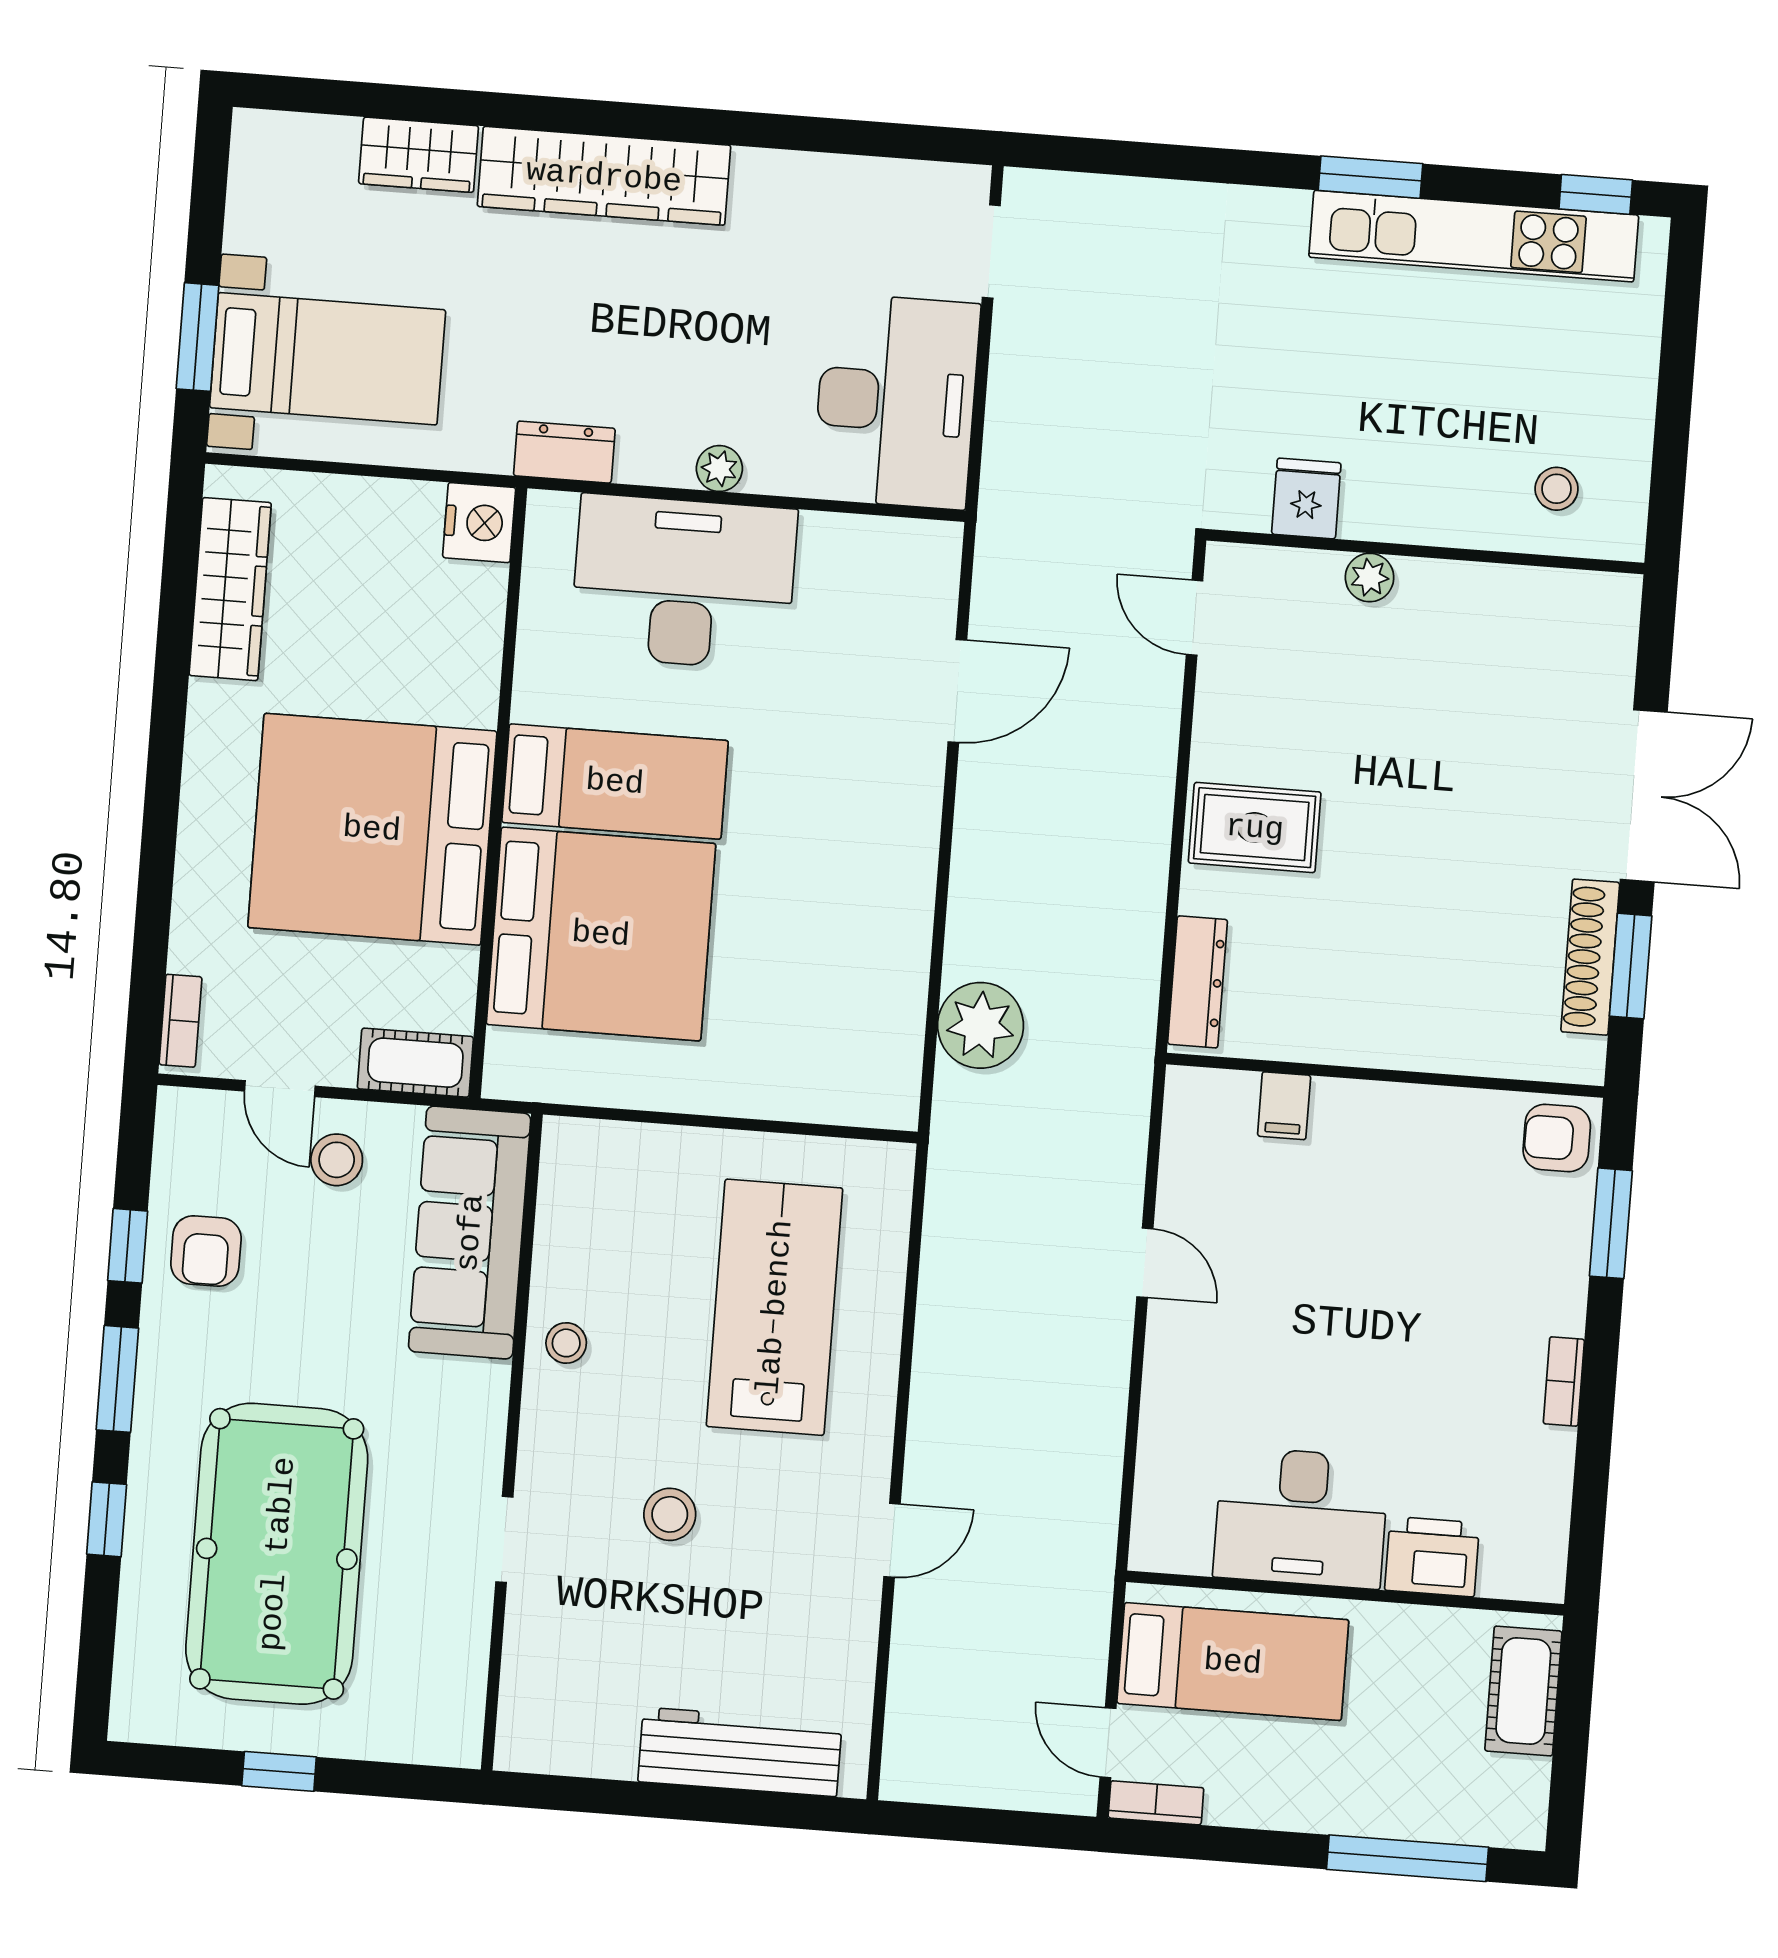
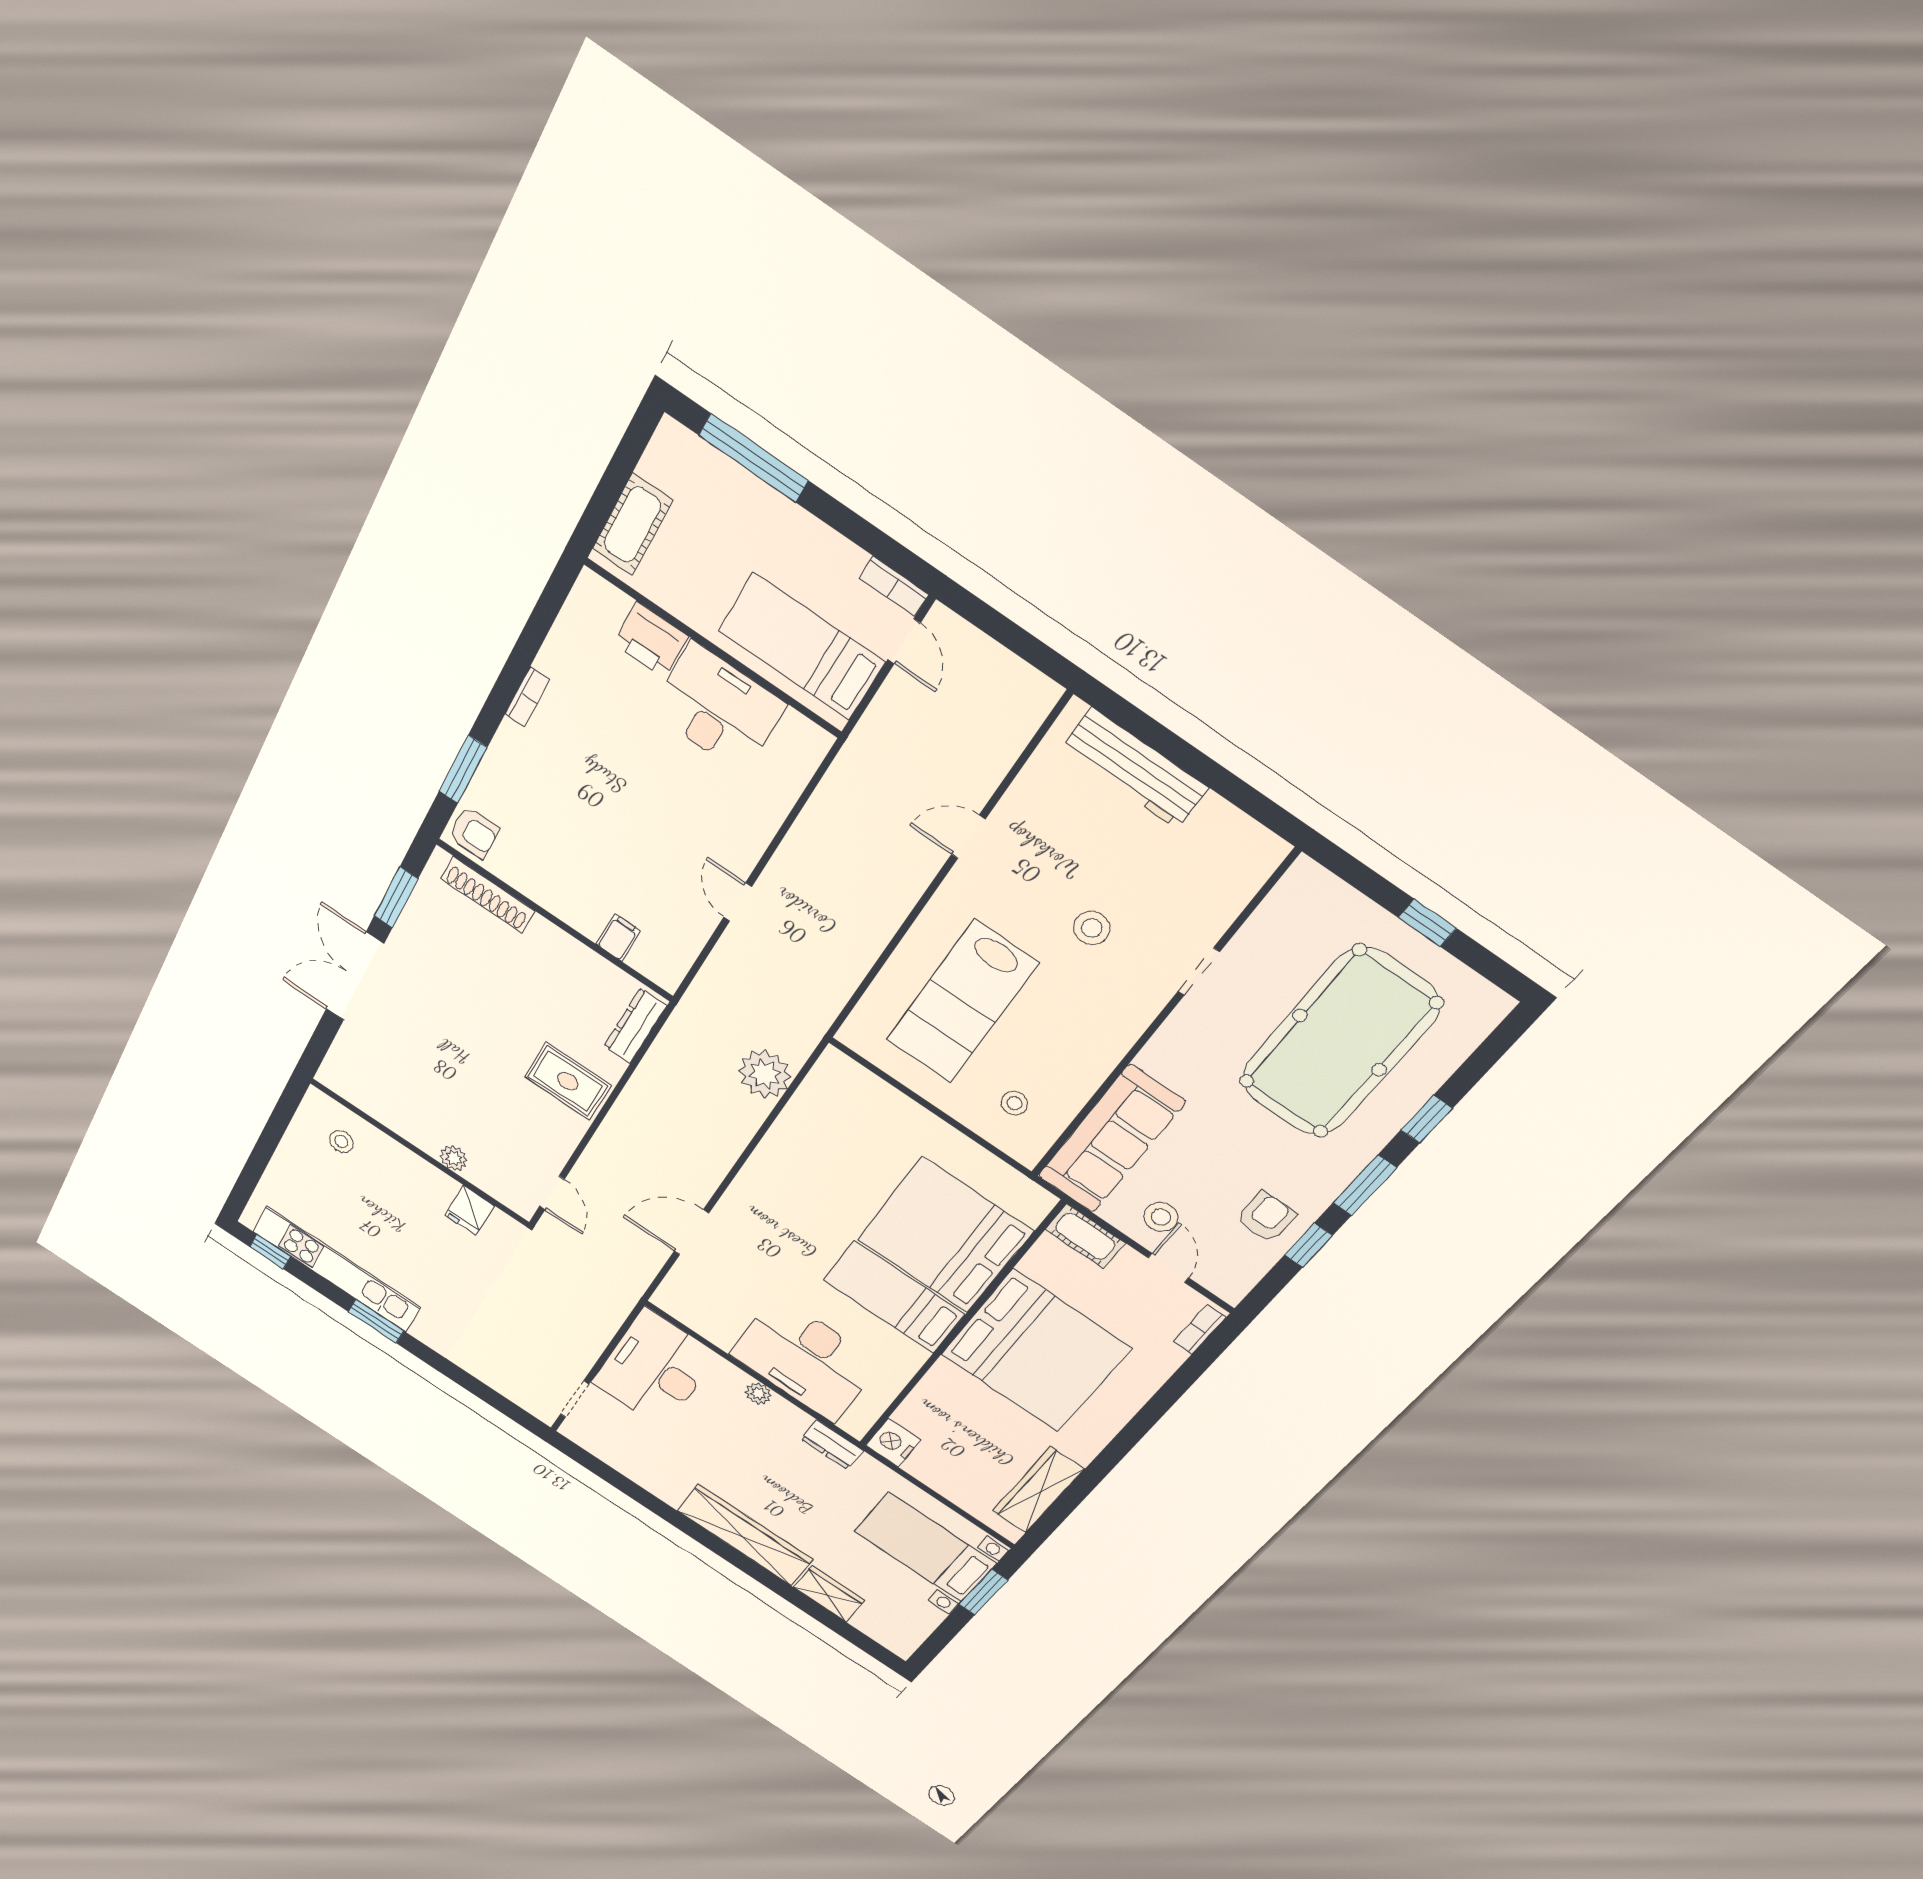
shoe rack: (1590, 957) -> (488, 895), moved, turned 90
stool: (566, 1343) -> (1014, 1103), moved

